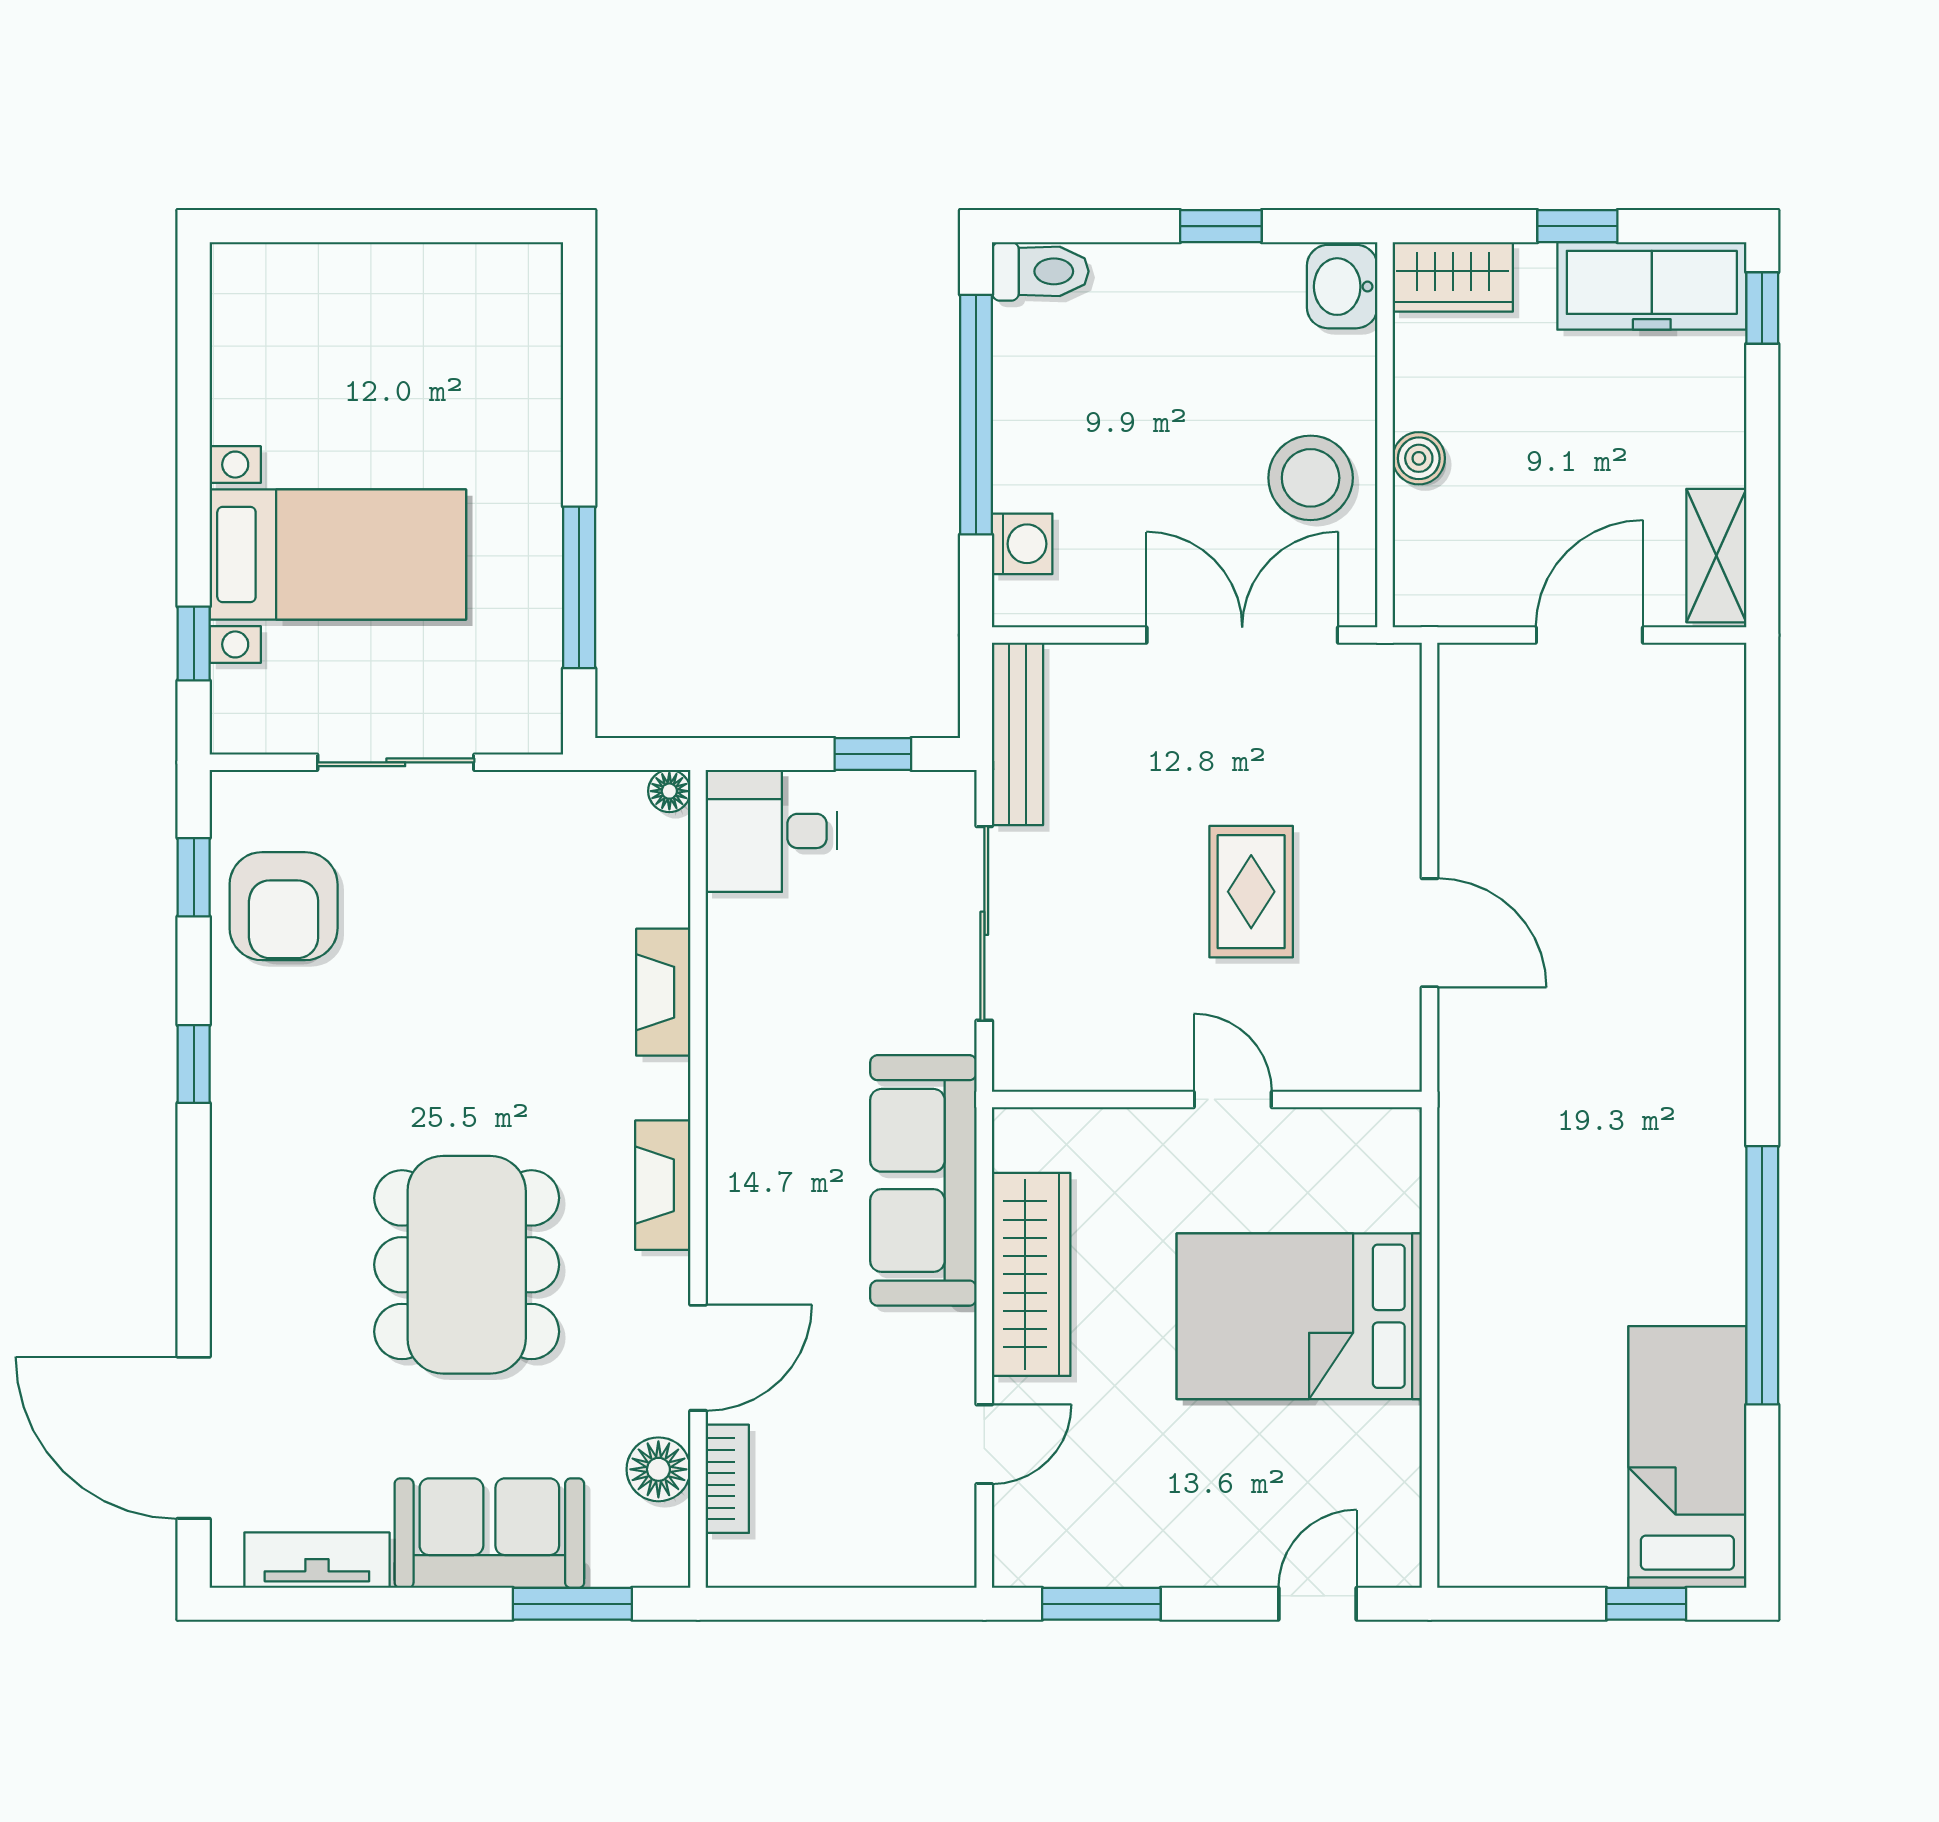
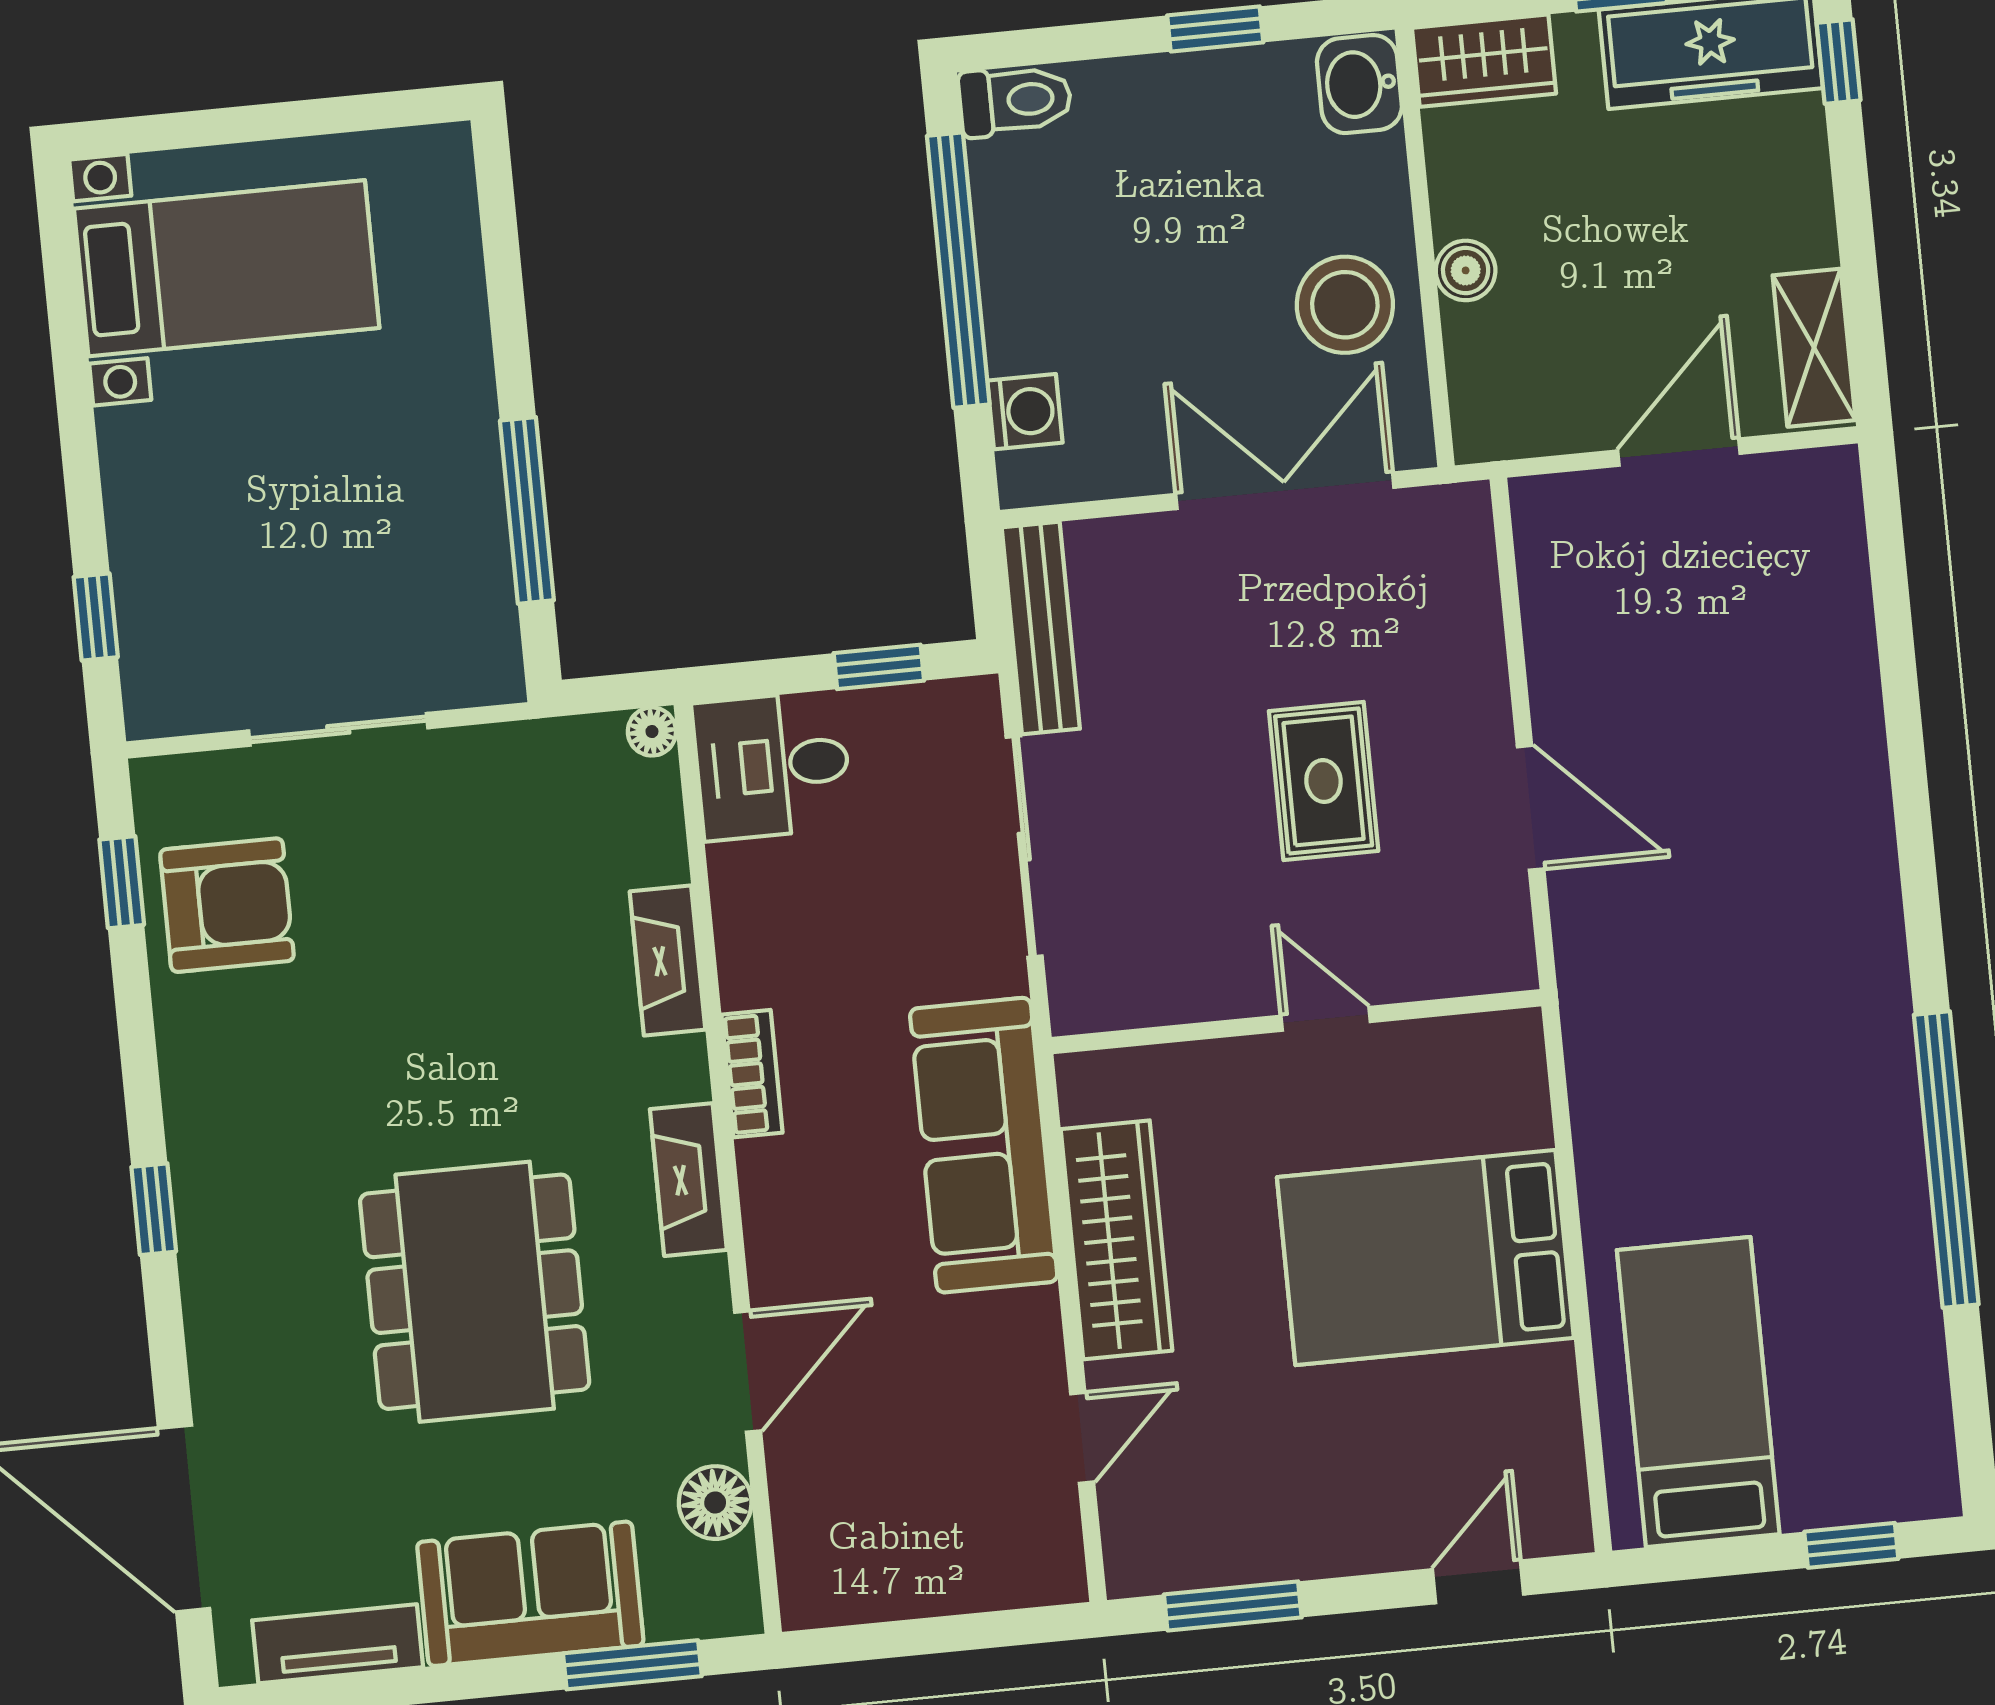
bed with nightstands: (338, 555) -> (227, 268), moved
armchair: (284, 906) -> (227, 905), turned -90
window: (194, 1064) -> (154, 1209), moved
bed: (1687, 1457) -> (1698, 1392), moved
bookcase: (727, 1479) -> (752, 1074), moved

